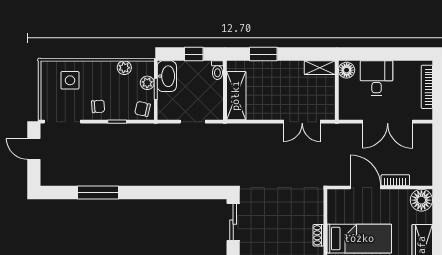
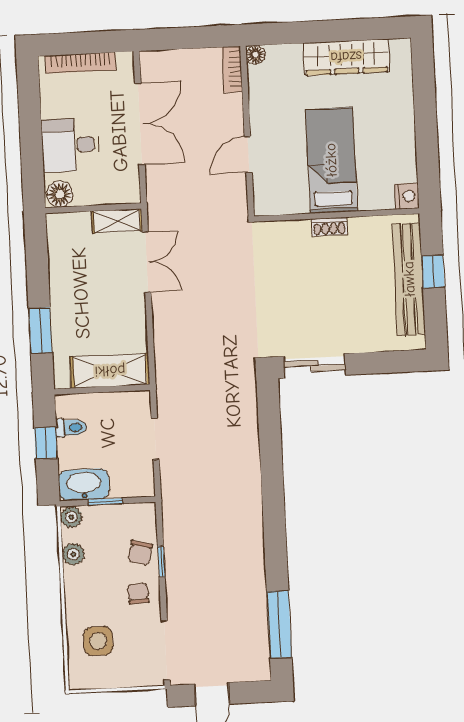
shelving: (320, 68) -> (117, 221), moved, turned 90
toilet: (217, 70) -> (71, 428), moved
plant: (147, 83) -> (71, 517), moved
chair: (142, 109) -> (140, 553), moved
bookcase: (395, 180) -> (232, 69), moved
door: (365, 187) -> (248, 154), width x0.73
window: (98, 192) -> (279, 624), moved
floor lamp: (421, 200) -> (256, 55), width x0.53, depth x0.53

